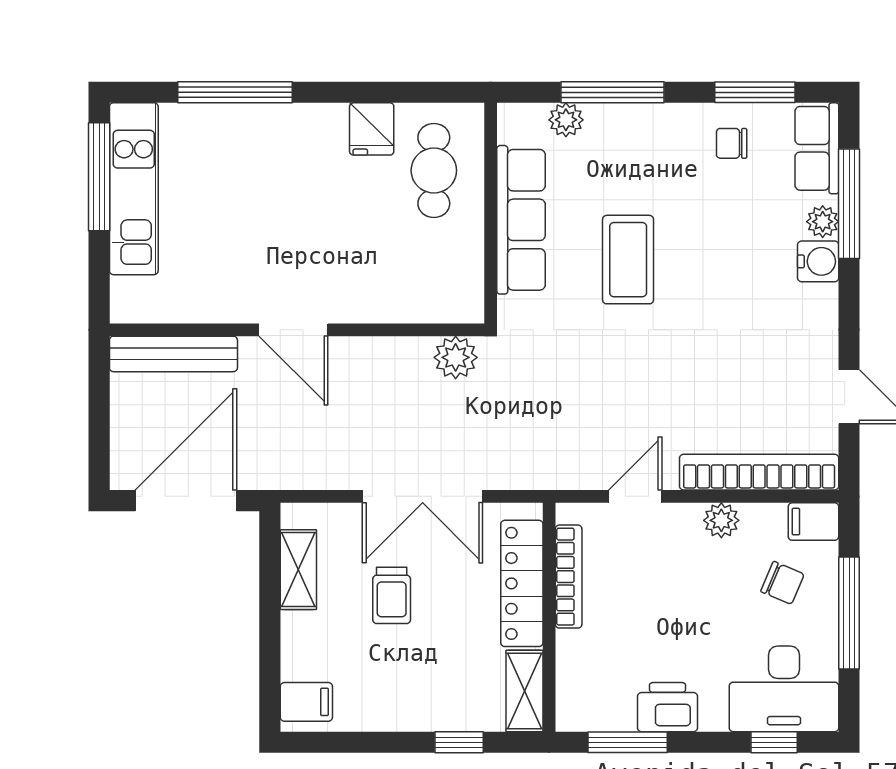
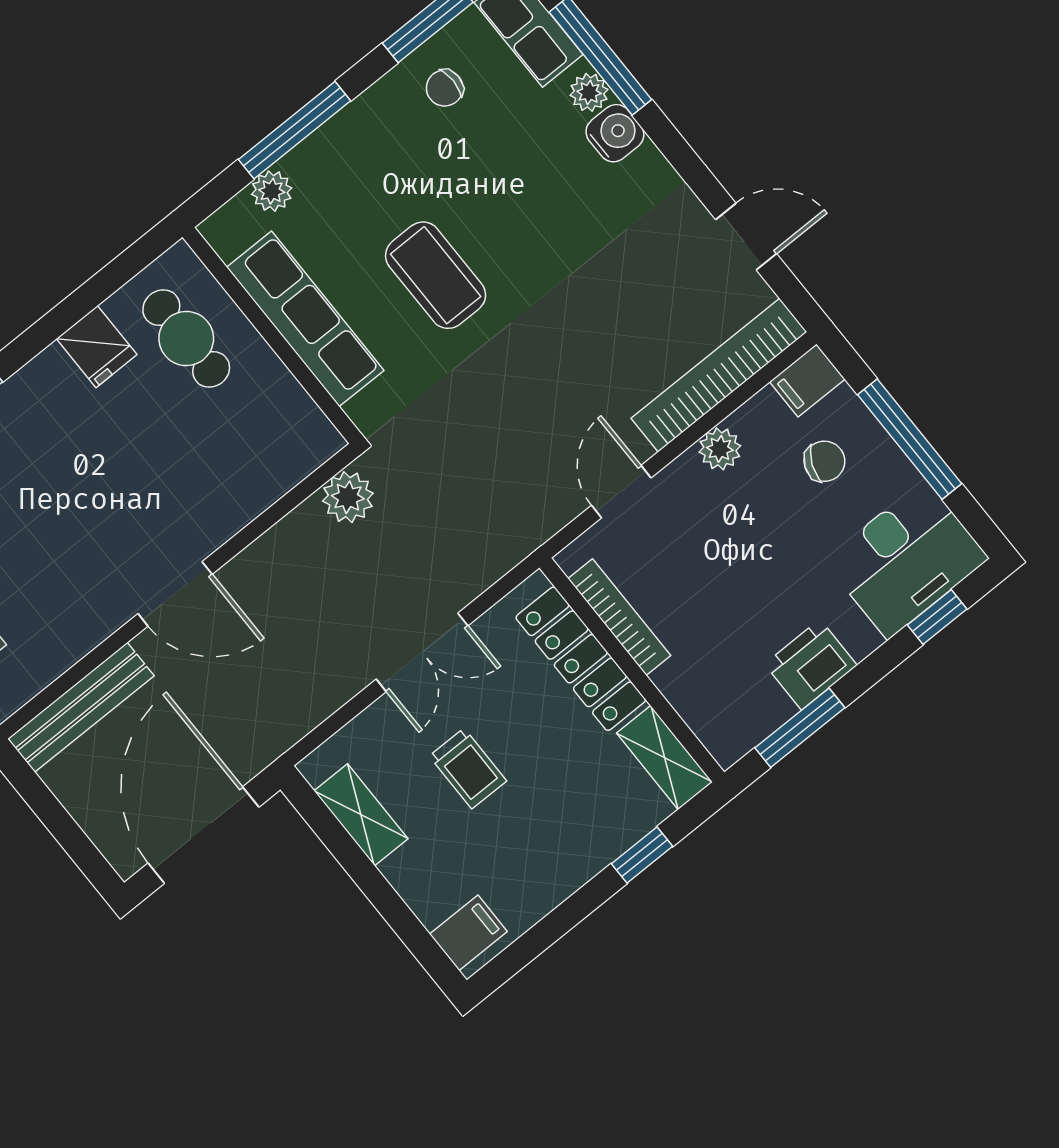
double door: (423, 496) -> (422, 652), width x0.73

